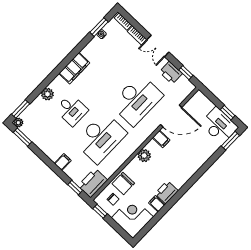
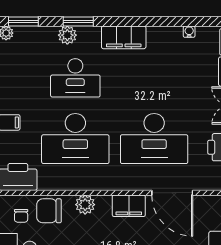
window: (99, 27) -> (78, 21), moved
desk: (72, 110) -> (75, 78), width x1.37
filing cabinet: (161, 139) -> (129, 206), width x2.00
plant: (144, 156) -> (85, 205), moved

